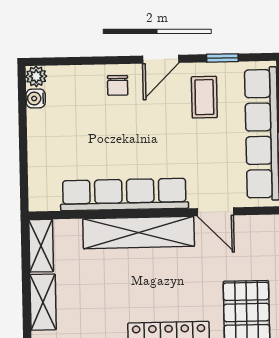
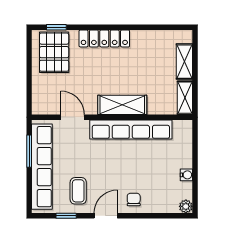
water cooler: (36, 98) -> (186, 175), moved
shelving: (139, 233) -> (122, 105), width x0.68

